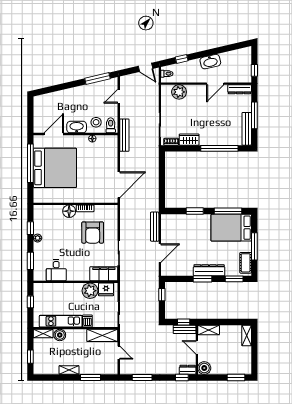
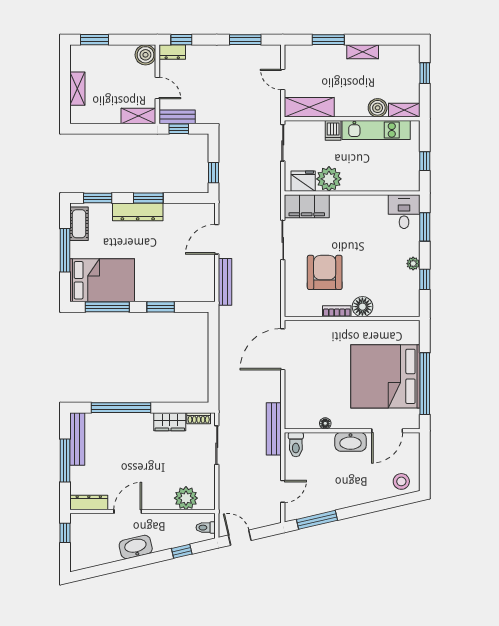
stool: (96, 122) -> (401, 481), moved
desk: (56, 270) -> (404, 212), moved
shelving: (247, 336) -> (77, 89), moved

